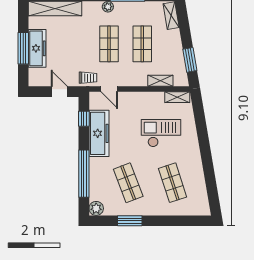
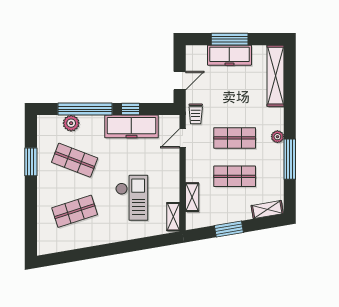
window: (190, 60) -> (229, 229), moved
window: (84, 119) -> (131, 109), moved
shop shelf: (128, 183) -> (75, 160), turned 42
plant: (96, 208) -> (71, 123), moved

